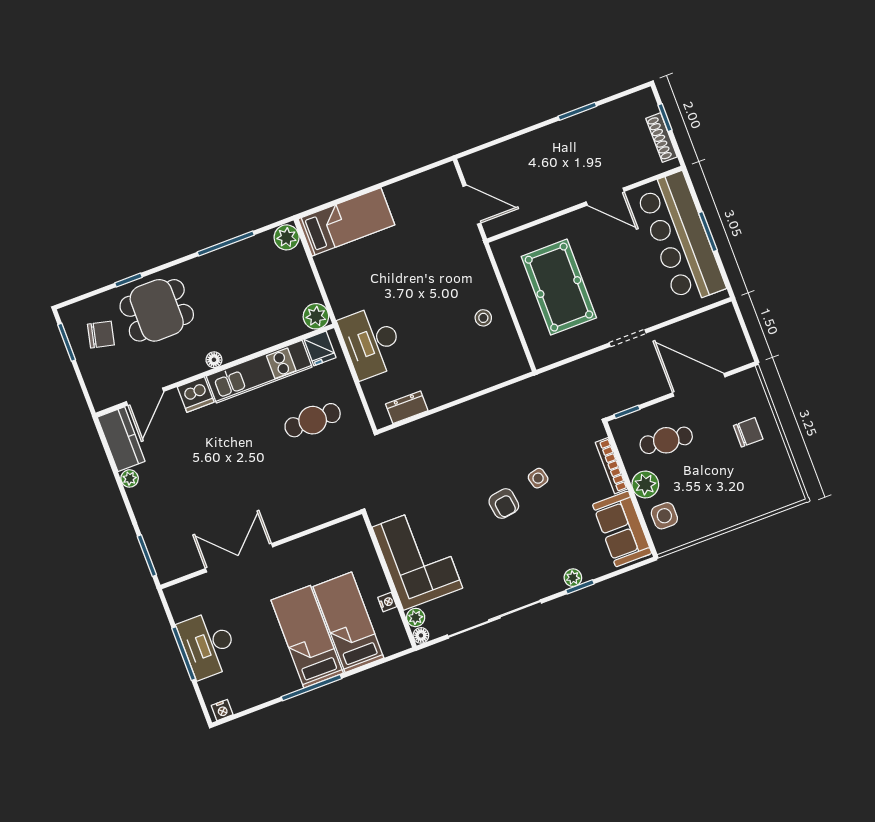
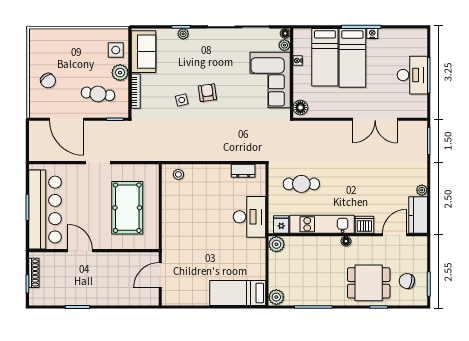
door: (472, 205) -> (160, 275), hinge flipped
stool: (483, 318) -> (178, 174), moved
chair: (748, 432) -> (48, 81), turned -128
floor lamp: (357, 534) -> (300, 107), added
nightstand: (222, 710) -> (372, 34), moved

